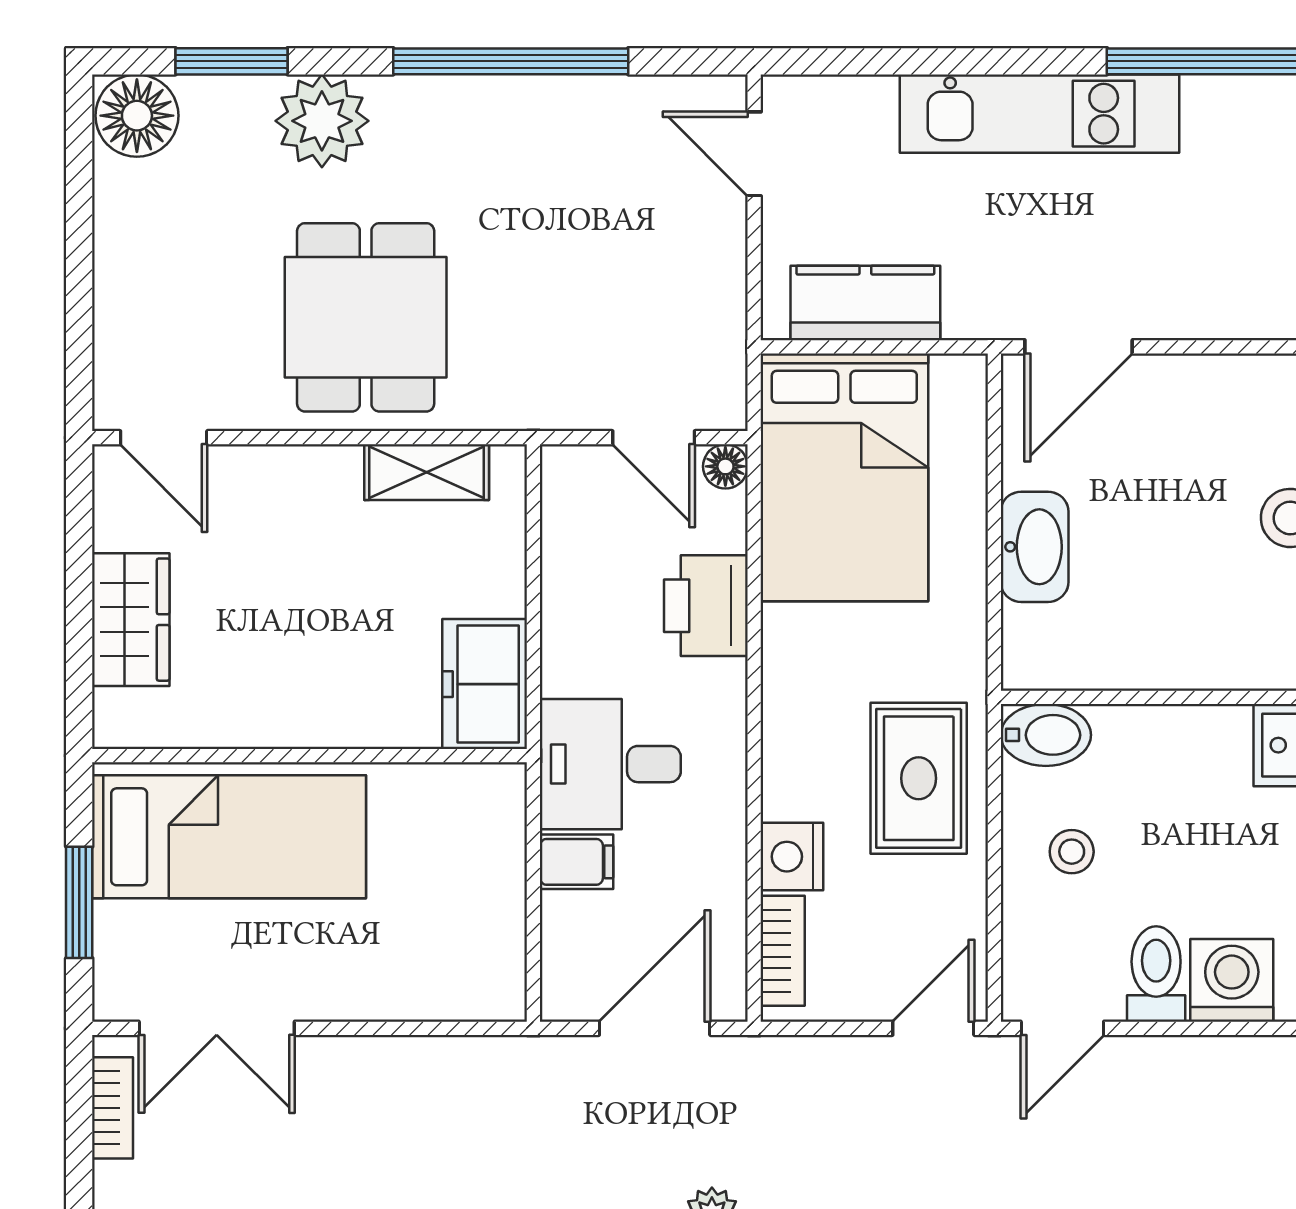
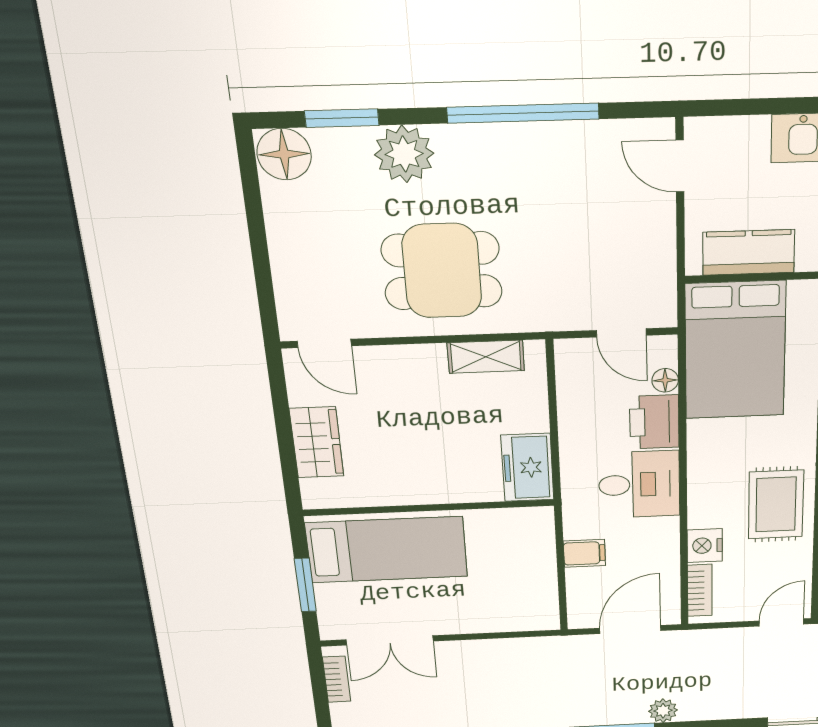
dining table: (366, 317) -> (442, 271), turned 90
floor lamp: (725, 466) -> (665, 380), moved
desk: (610, 764) -> (639, 484), moved, turned 180

